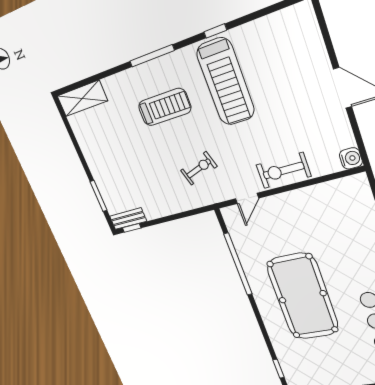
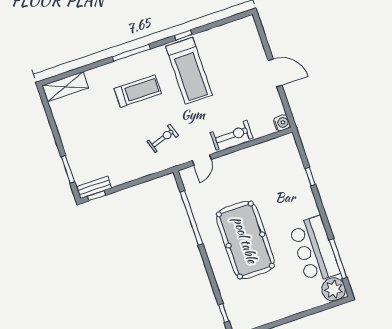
exercise bike: (283, 170) -> (232, 135), turned 180

